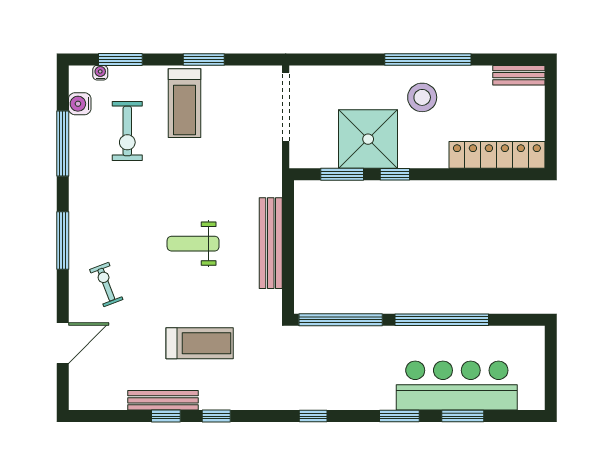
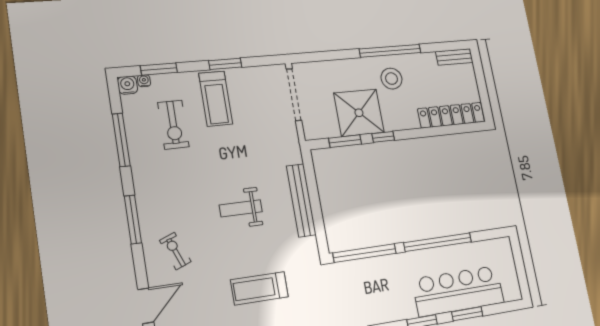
water cooler: (80, 104) -> (127, 85), moved, turned 90
treadmill: (200, 343) -> (260, 288), turned 180

